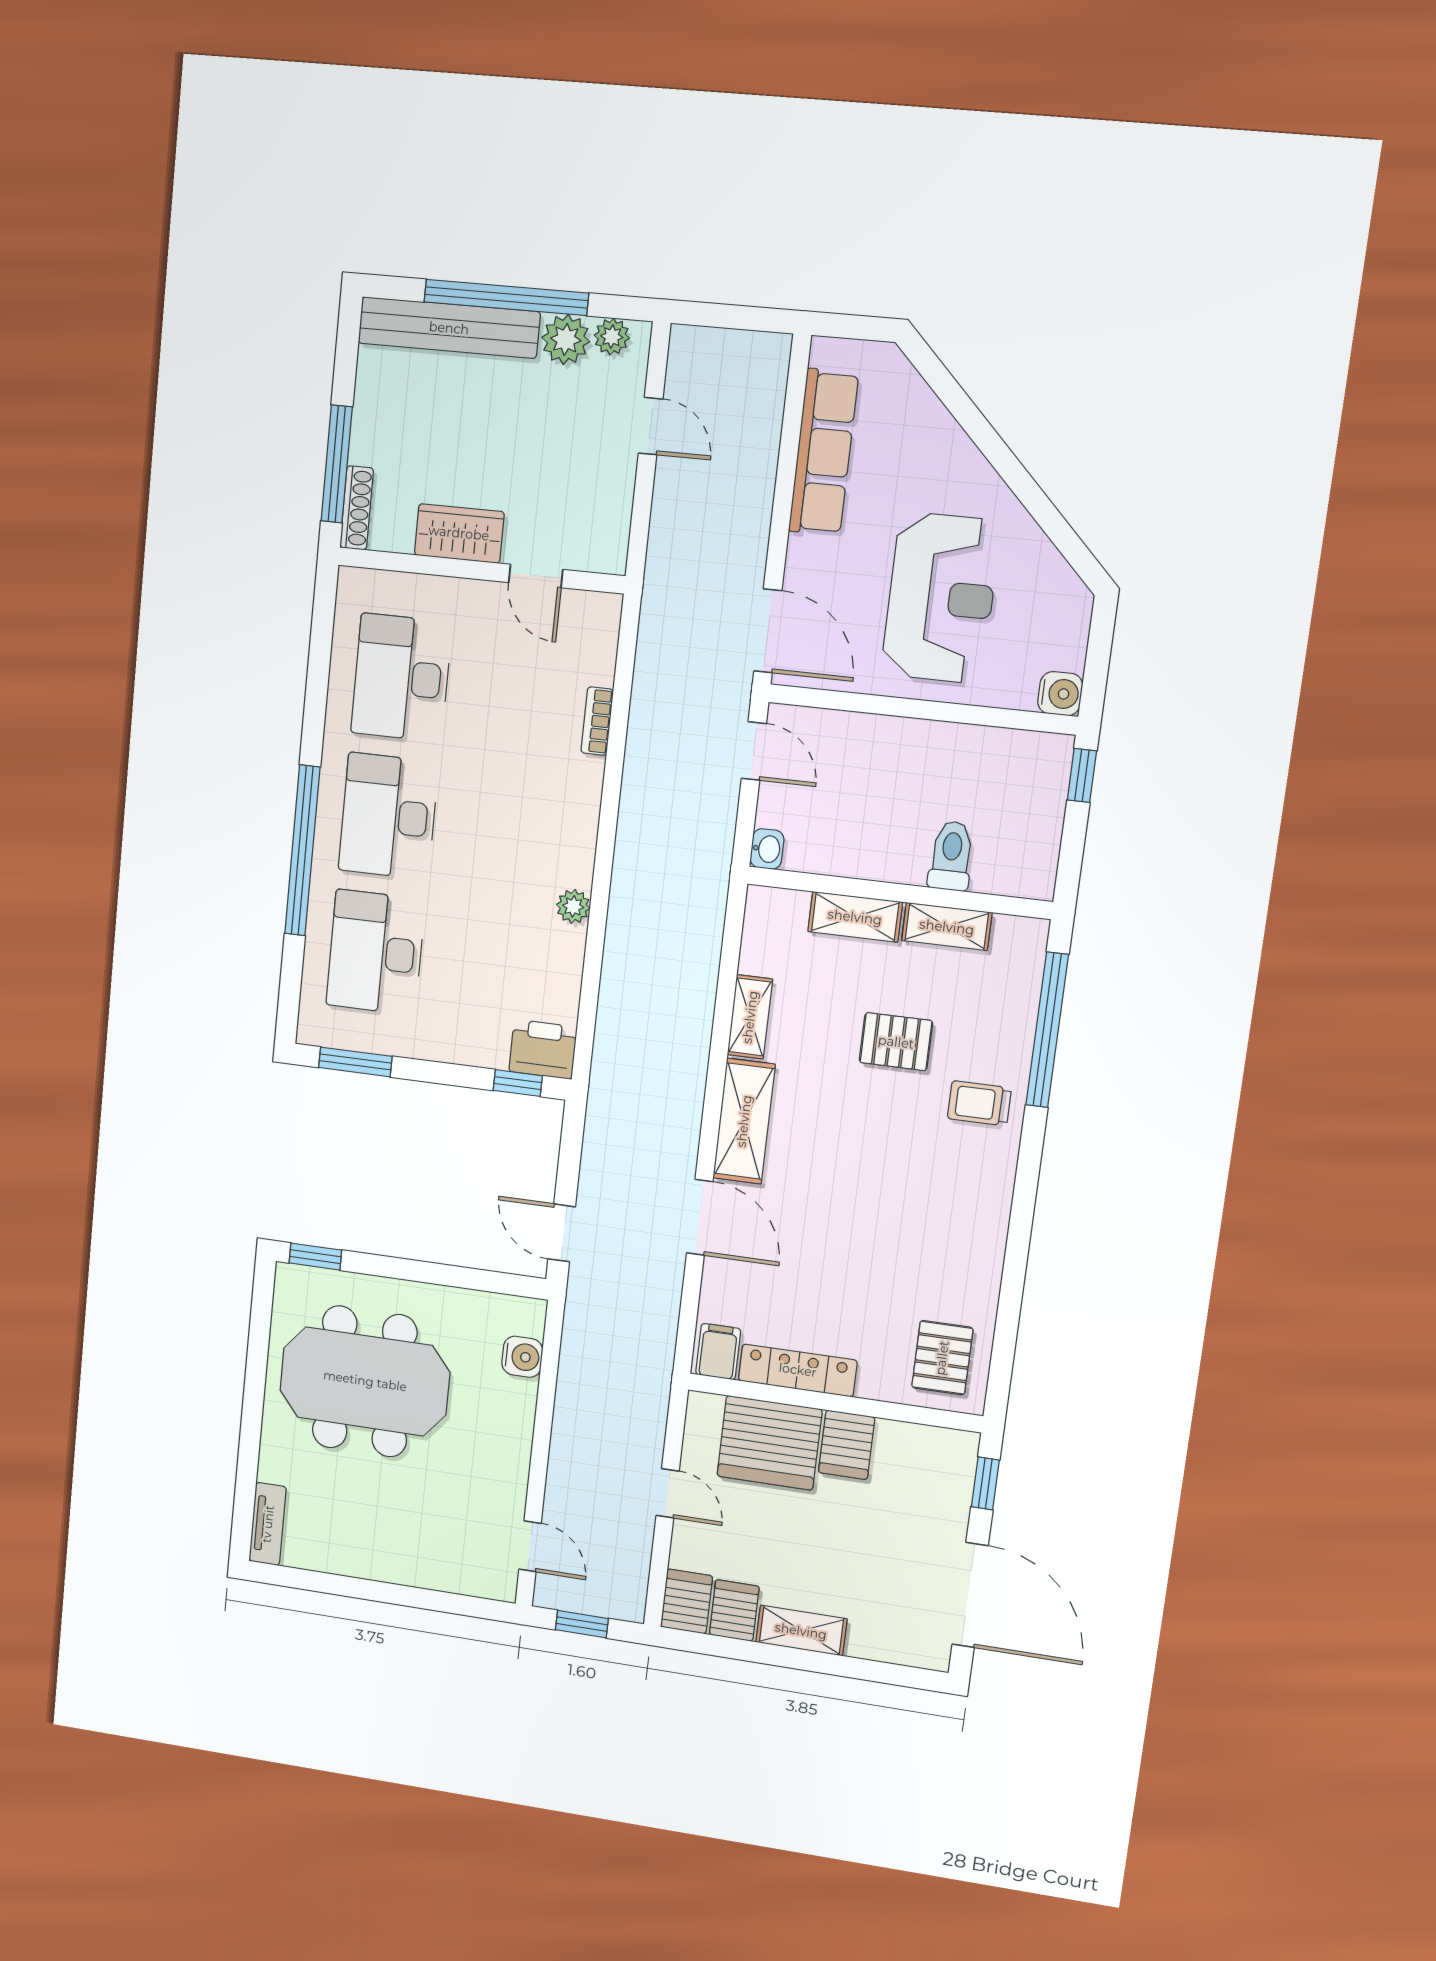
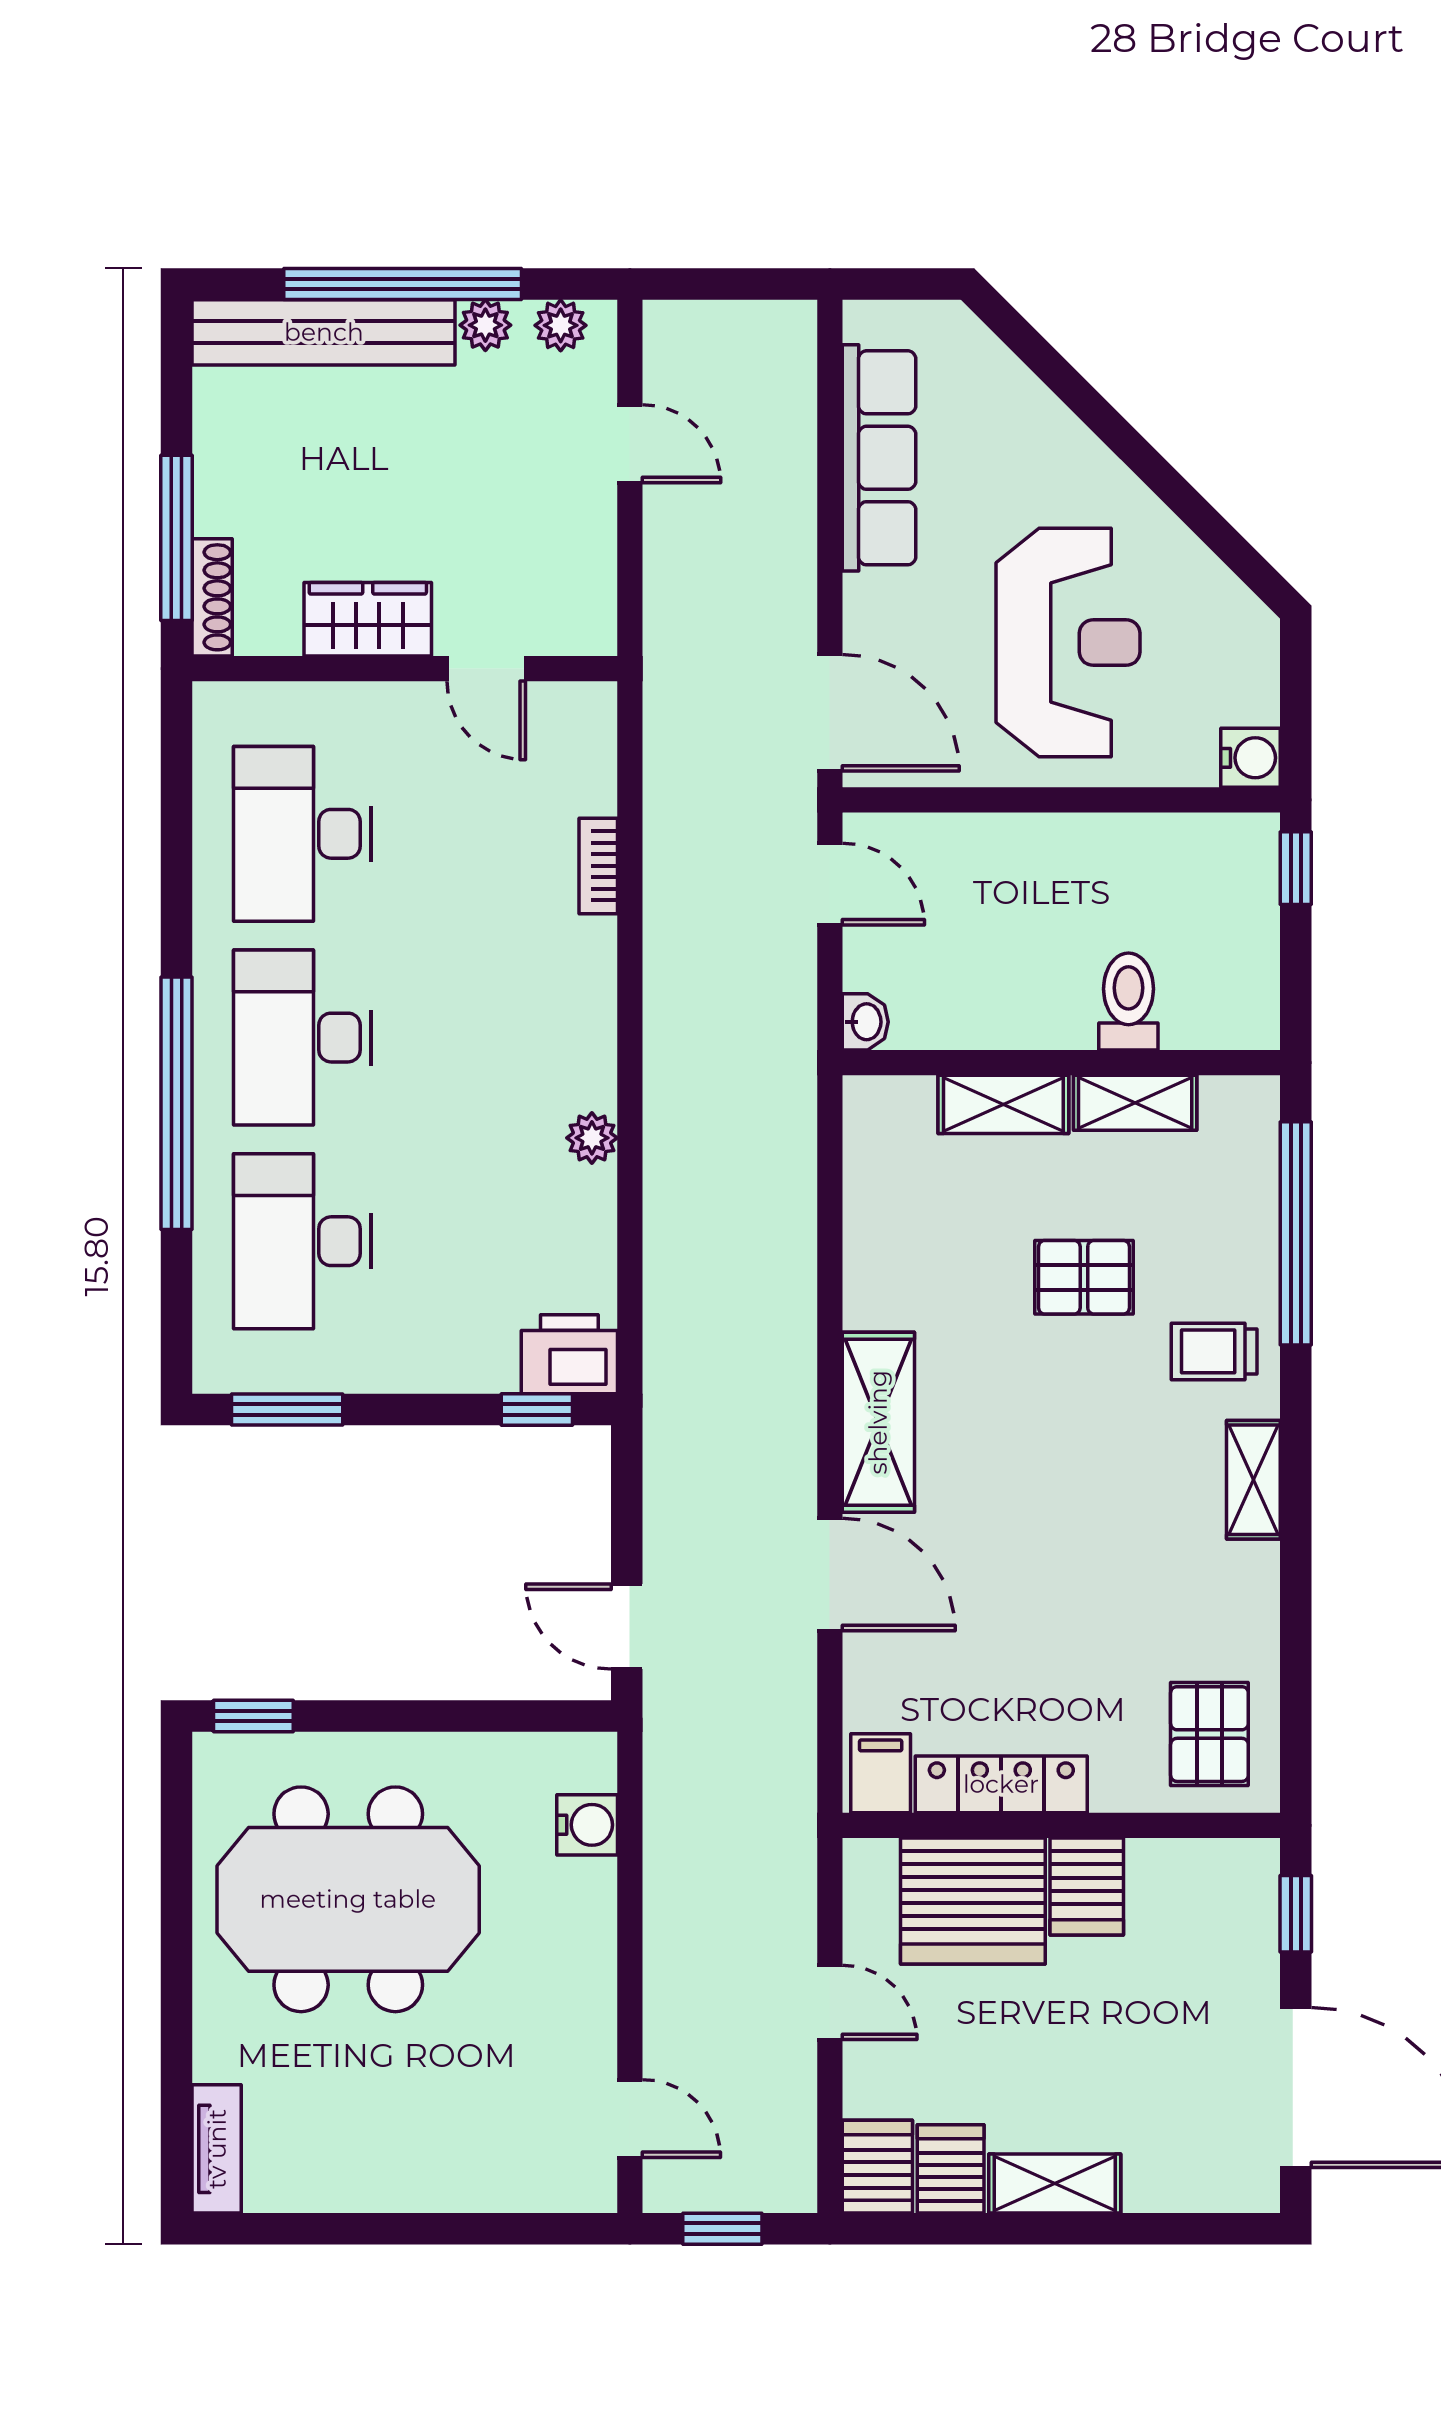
plant: (566, 339) -> (485, 325), width x0.73, depth x0.73
shelving: (750, 1017) -> (1253, 1480), moved

